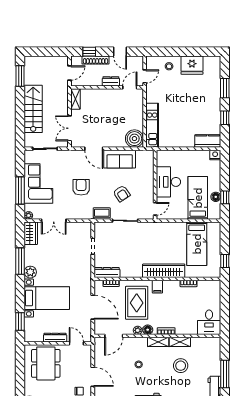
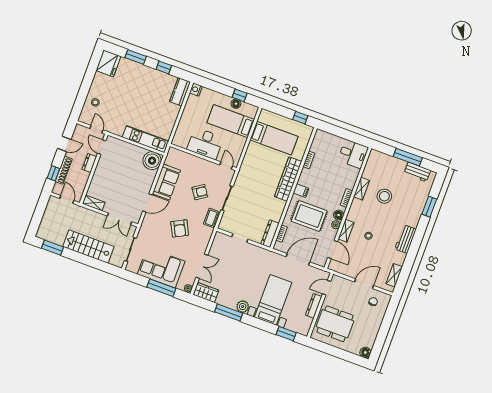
fridge: (192, 65) -> (108, 63), moved
armchair: (81, 187) -> (180, 228), turned -117
shelving: (158, 342) -> (346, 231), moved

